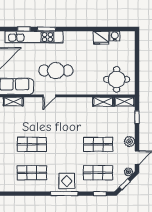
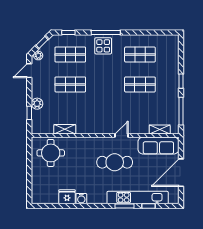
water cooler: (115, 36) -> (81, 199), moved
shelving: (124, 102) -> (43, 129), removed
plant: (130, 142) -> (37, 104), moved

